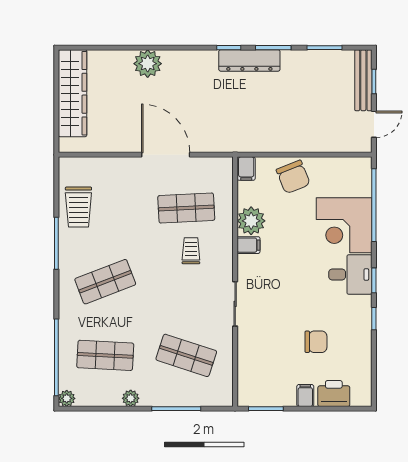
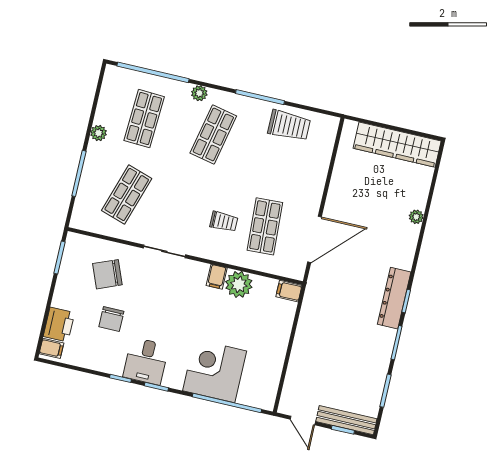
dresser: (249, 60) -> (394, 298), moved
plant: (148, 64) -> (416, 217), width x0.53, depth x0.53
door: (166, 155) -> (315, 239), moved
chair: (293, 177) -> (107, 274), moved
trolley: (78, 207) -> (289, 126), turned 180
desk: (350, 275) -> (146, 361), moved
shop shelf: (105, 282) -> (213, 134), turned 33
filing cabinet: (305, 396) -> (51, 348), moved
plant: (67, 398) -> (199, 93), moved

